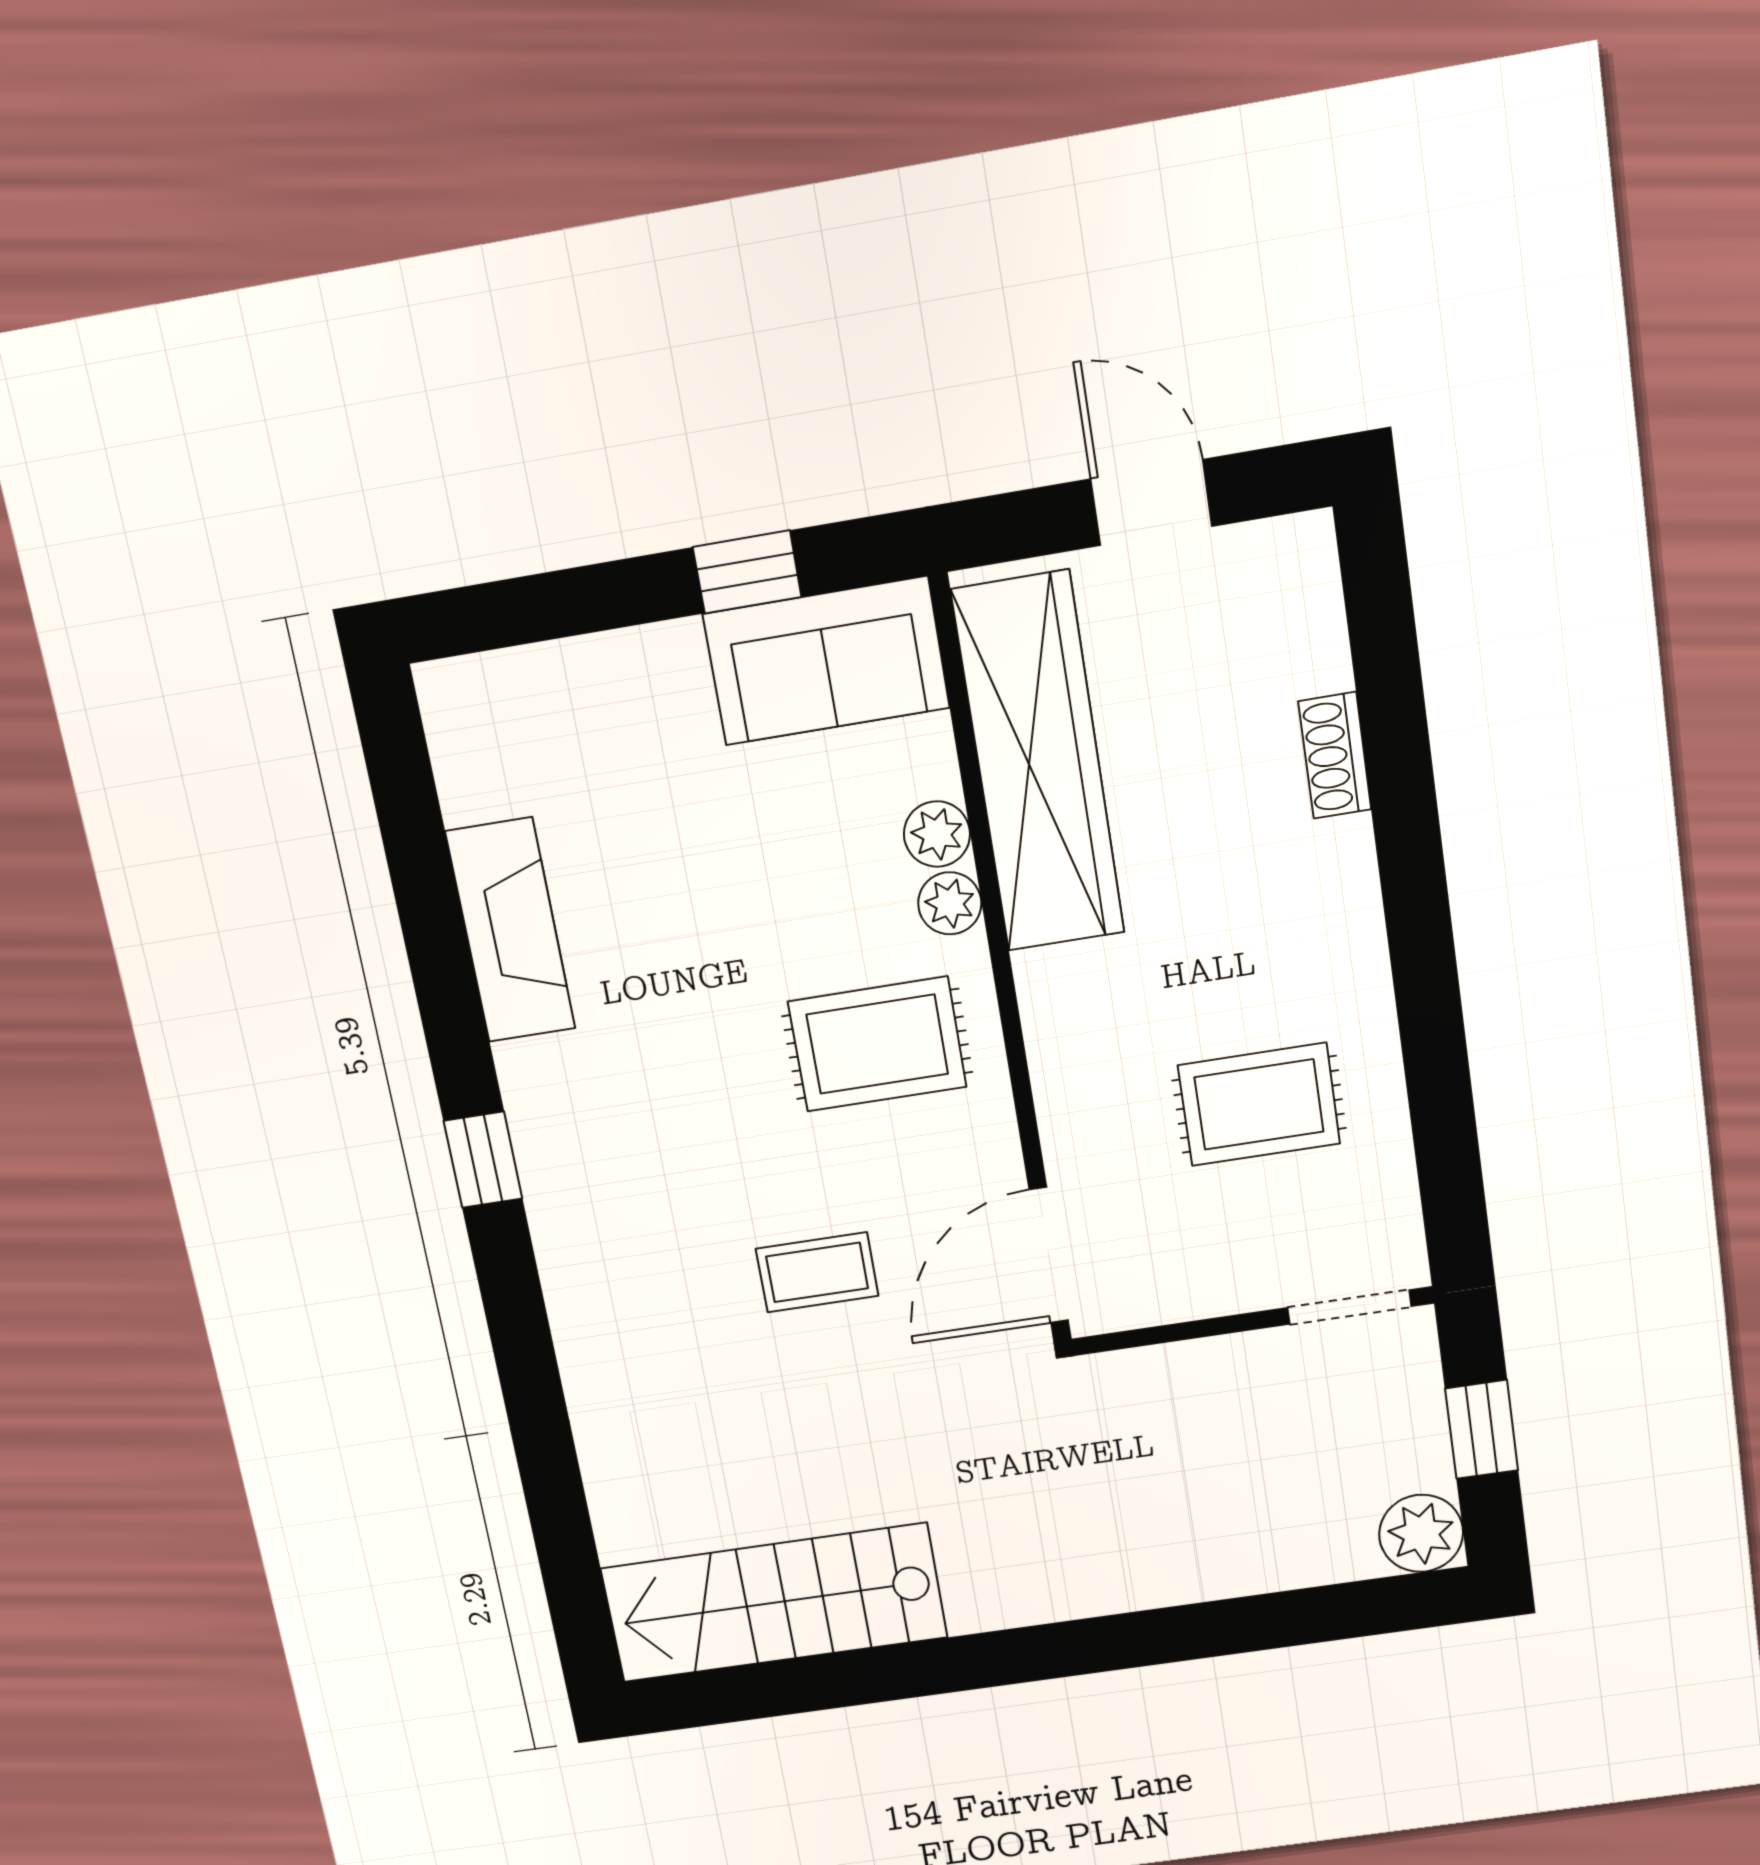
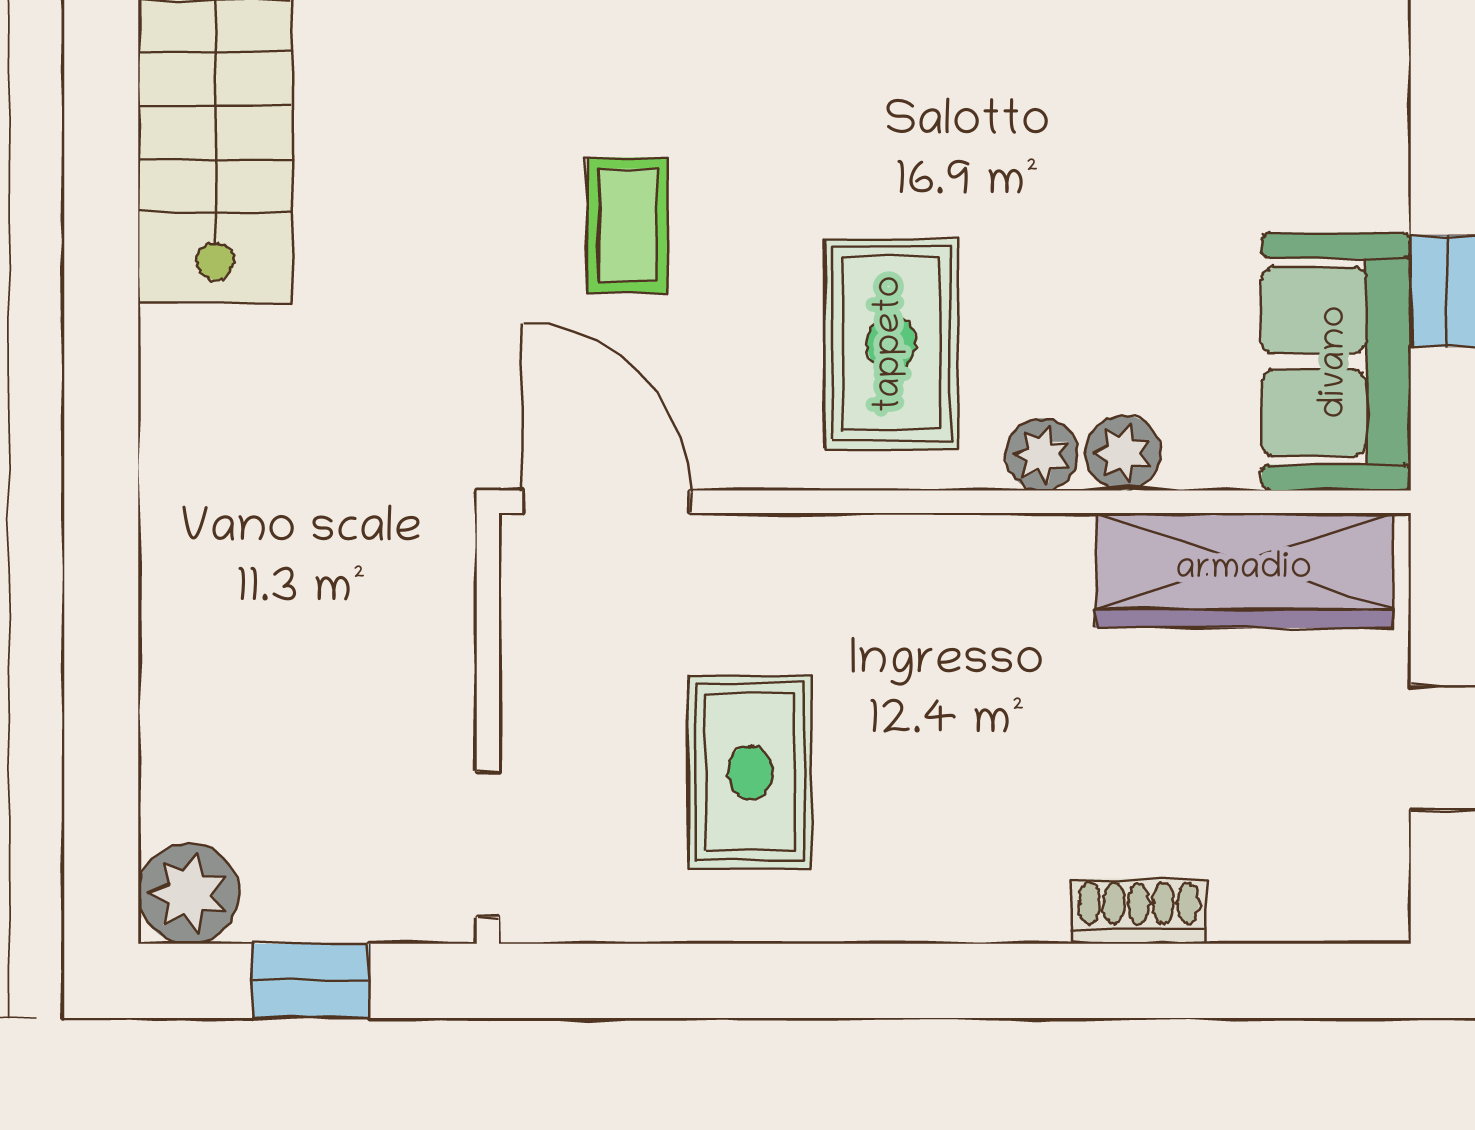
wardrobe: (1038, 763) -> (1244, 570), width x0.71, depth x0.85

